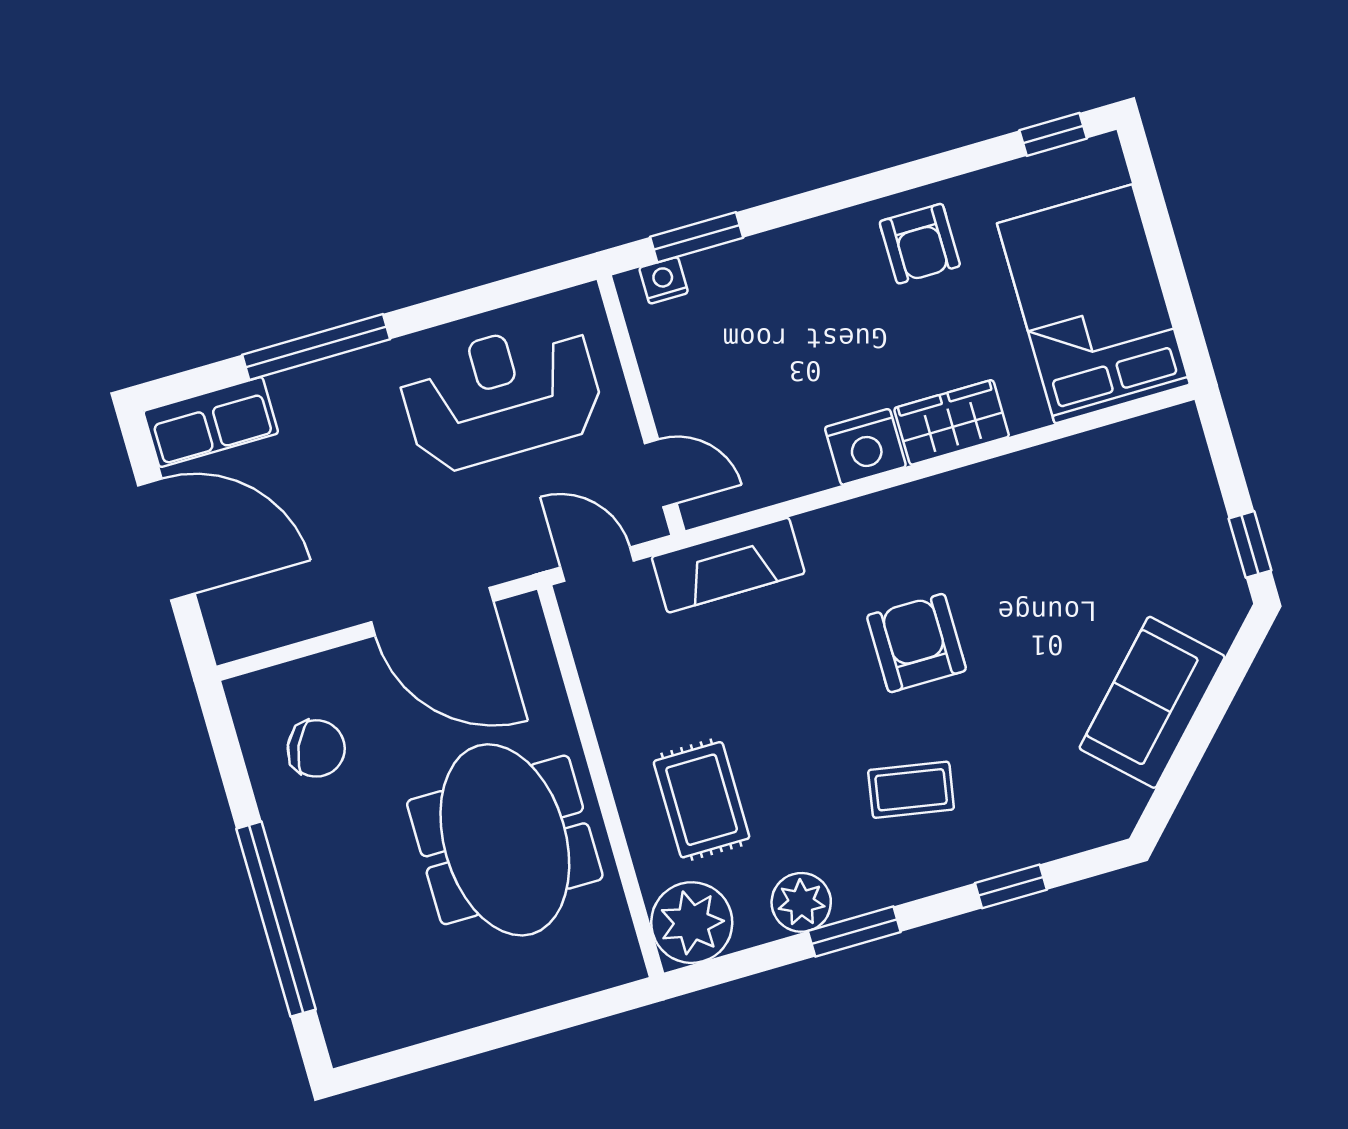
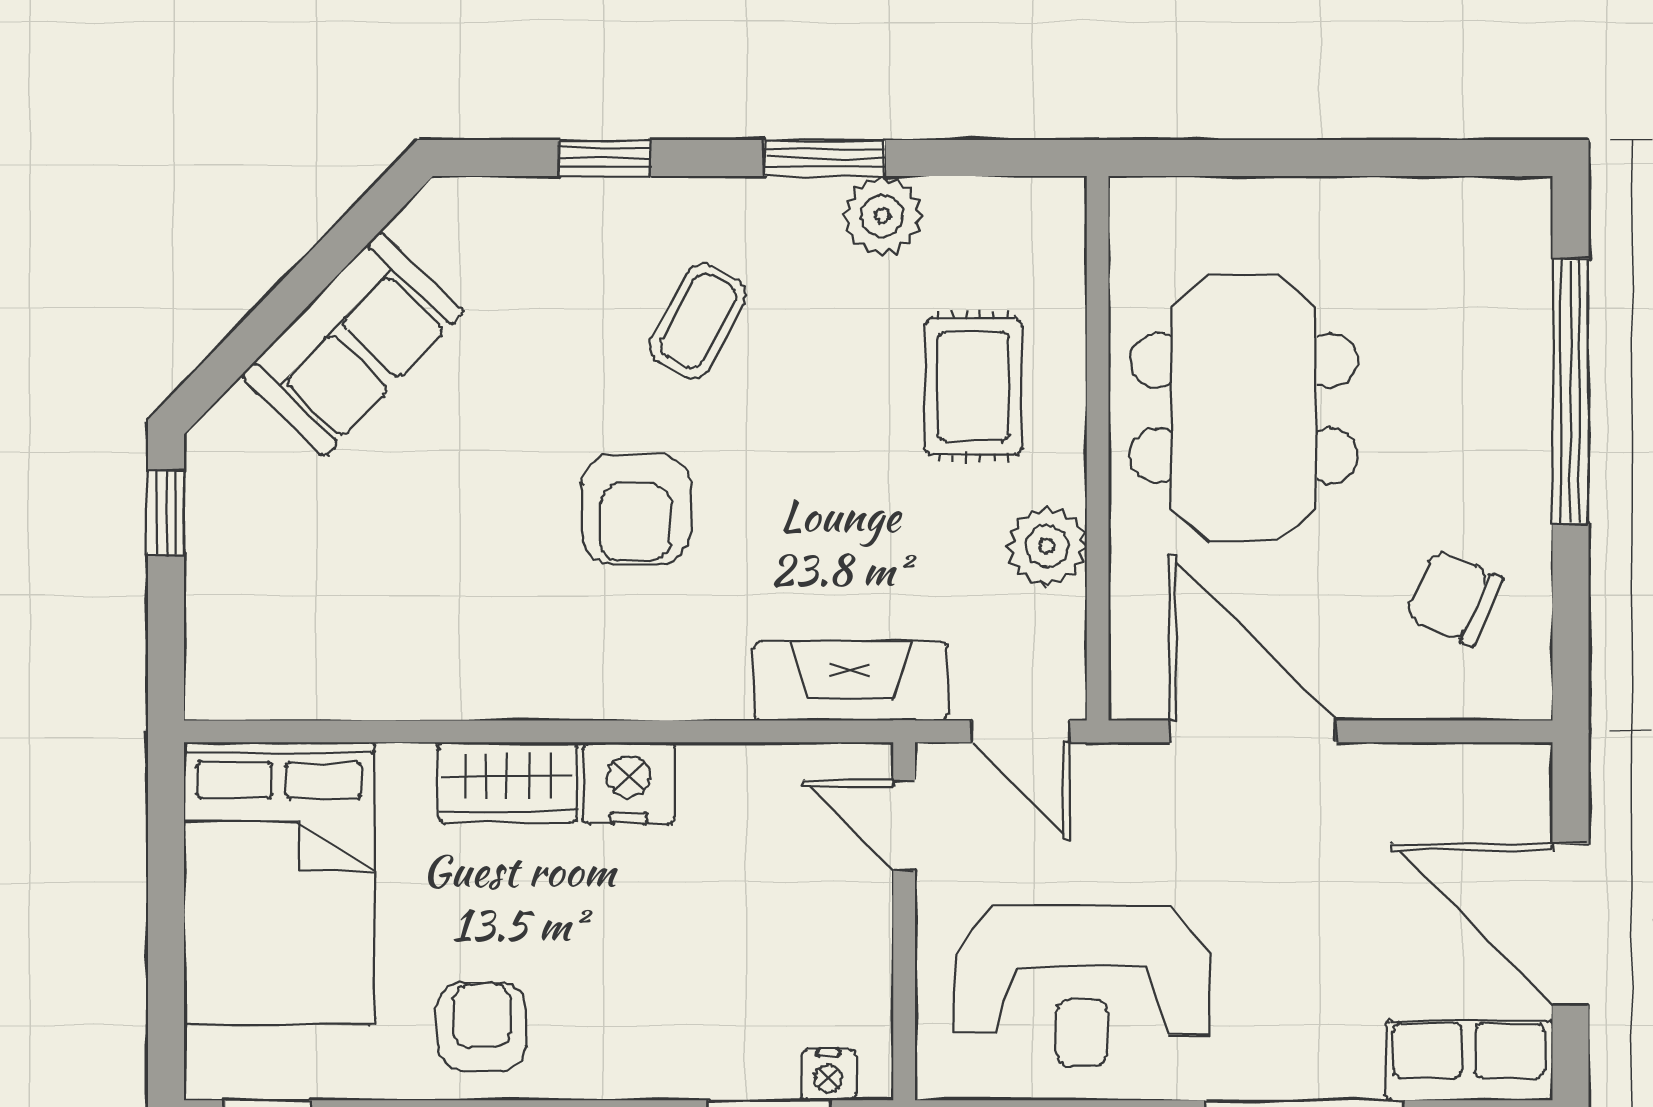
coffee table: (911, 790) -> (698, 321), turned -72
plant: (692, 923) -> (1047, 546), moved, width x0.73, depth x0.73

